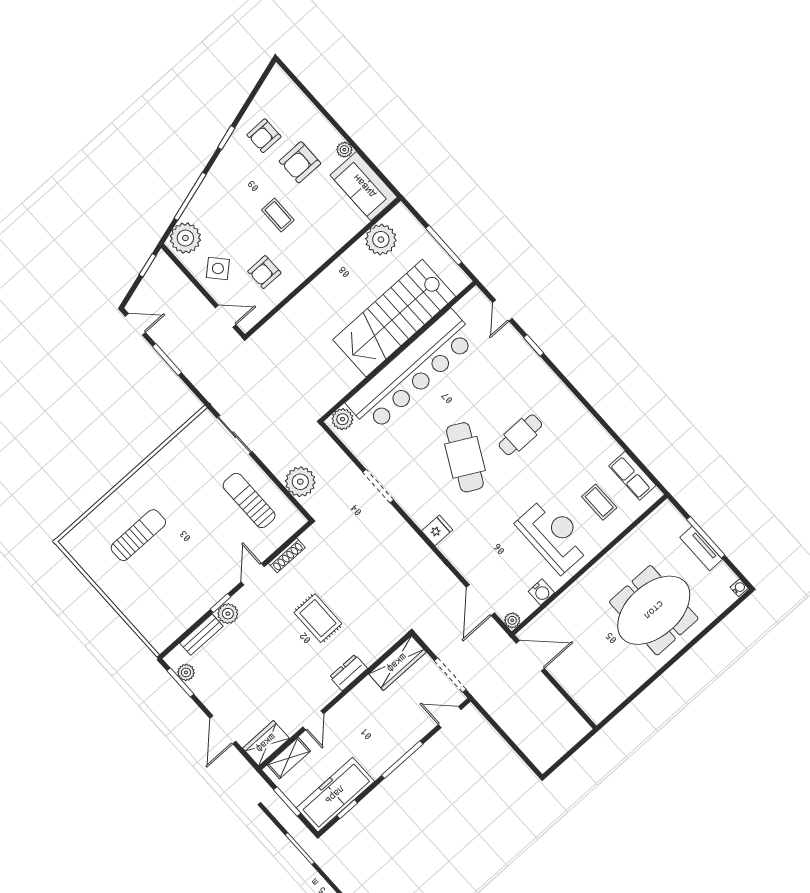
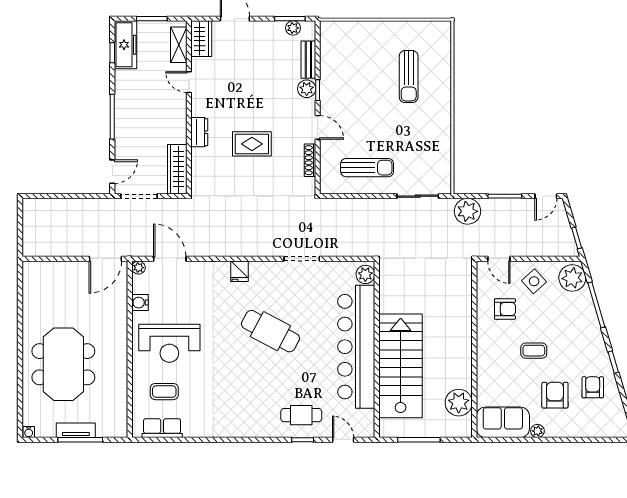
armchair: (264, 272) -> (505, 309), turned 90
door: (226, 316) -> (499, 259), hinge flipped
cafe table: (520, 435) -> (301, 415), moved, turned 90
plant: (300, 482) -> (467, 211), moved
freezer: (335, 795) -> (126, 45), width x0.73, depth x0.79

